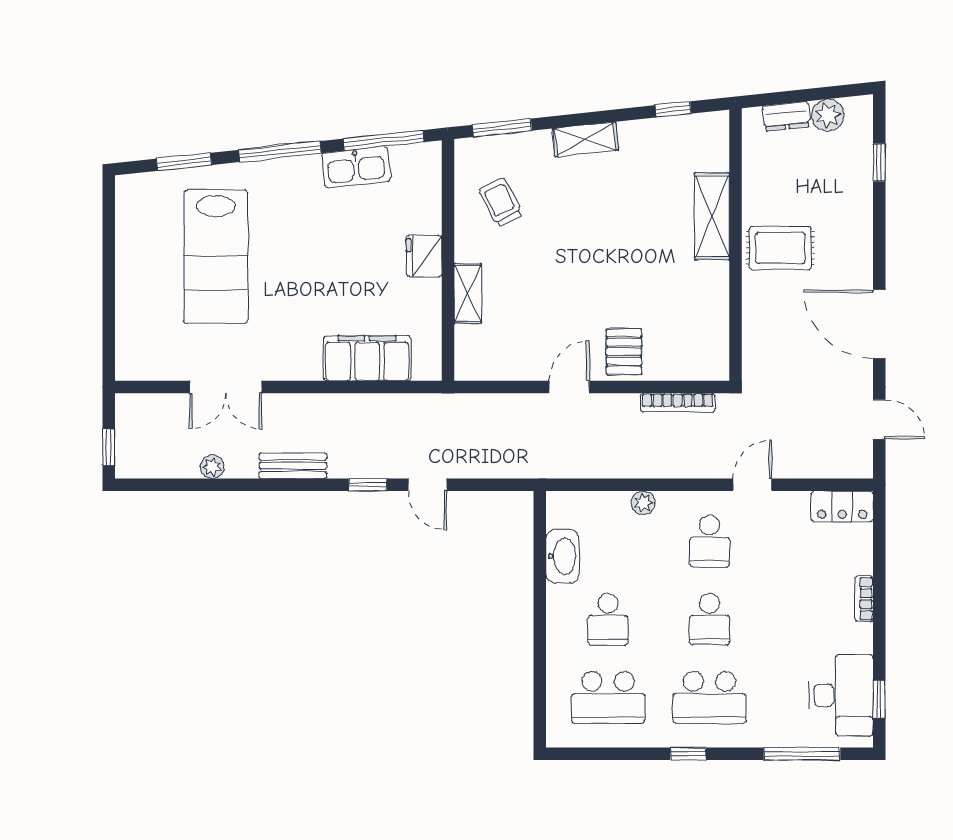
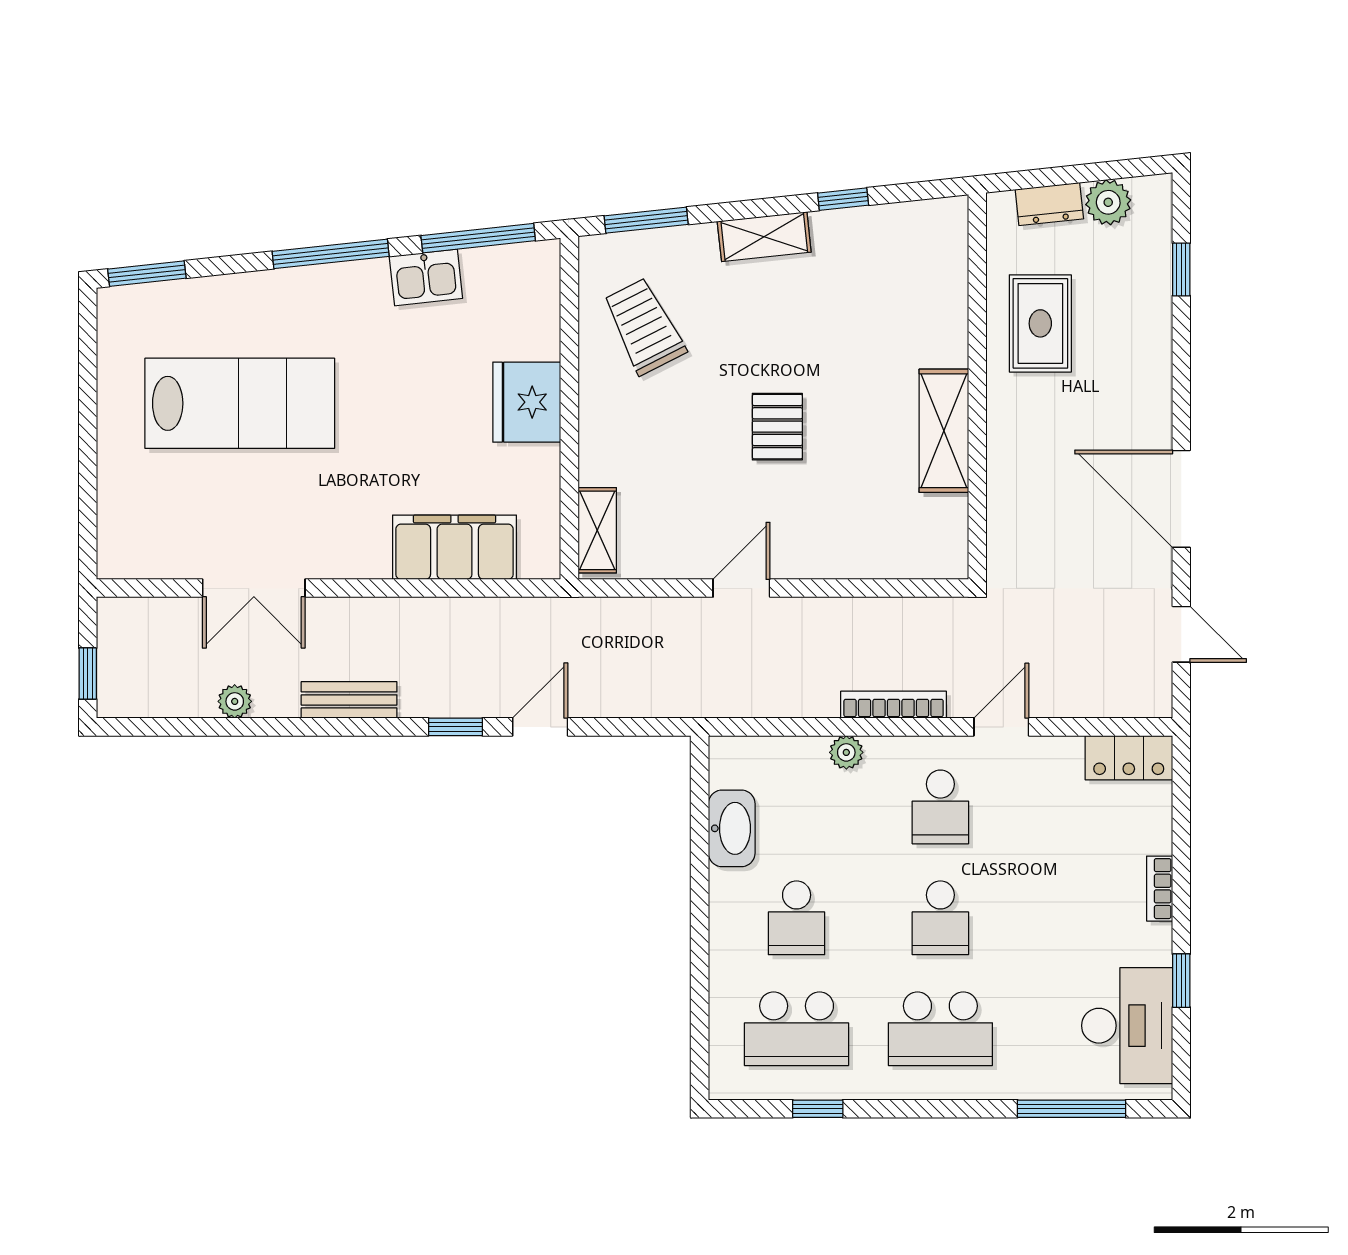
window: (673, 109) -> (843, 199), moved
window: (184, 162) -> (147, 274), moved
kitchen sink: (356, 167) -> (426, 277), width x0.73
trolley: (501, 203) -> (644, 326), width x1.36, depth x1.39
shelving: (712, 216) -> (944, 431), moved
rug: (780, 248) -> (1040, 323), moved, turned 90
fridge: (424, 256) -> (527, 402), width x1.36, depth x1.34
lab bench: (216, 257) -> (240, 403), turned -90
shelving: (468, 293) -> (597, 530), moved
pallet: (624, 352) -> (777, 427), moved
bookcase: (678, 403) -> (894, 705), moved, turned 180
door: (427, 485) -> (540, 727), swing flipped
window: (879, 699) -> (1181, 981), moved
window: (688, 754) -> (818, 1109), moved

